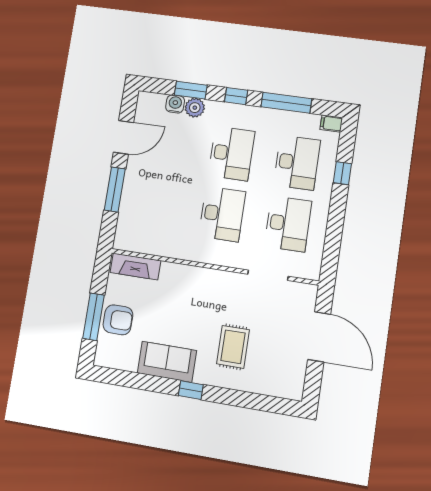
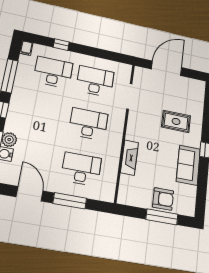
desk: (231, 153) -> (81, 169), moved
fireplace: (135, 266) -> (130, 158), moved
armchair: (118, 320) -> (163, 199), turned 90

